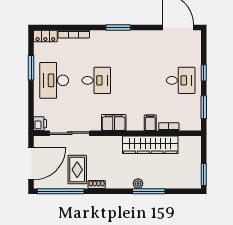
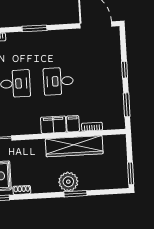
desk: (181, 80) -> (58, 81), moved, turned 180
filing cabinet: (114, 123) -> (53, 125), moved
plant: (138, 184) -> (68, 182), width x1.88, depth x1.88
window: (149, 191) -> (75, 194), width x0.69

